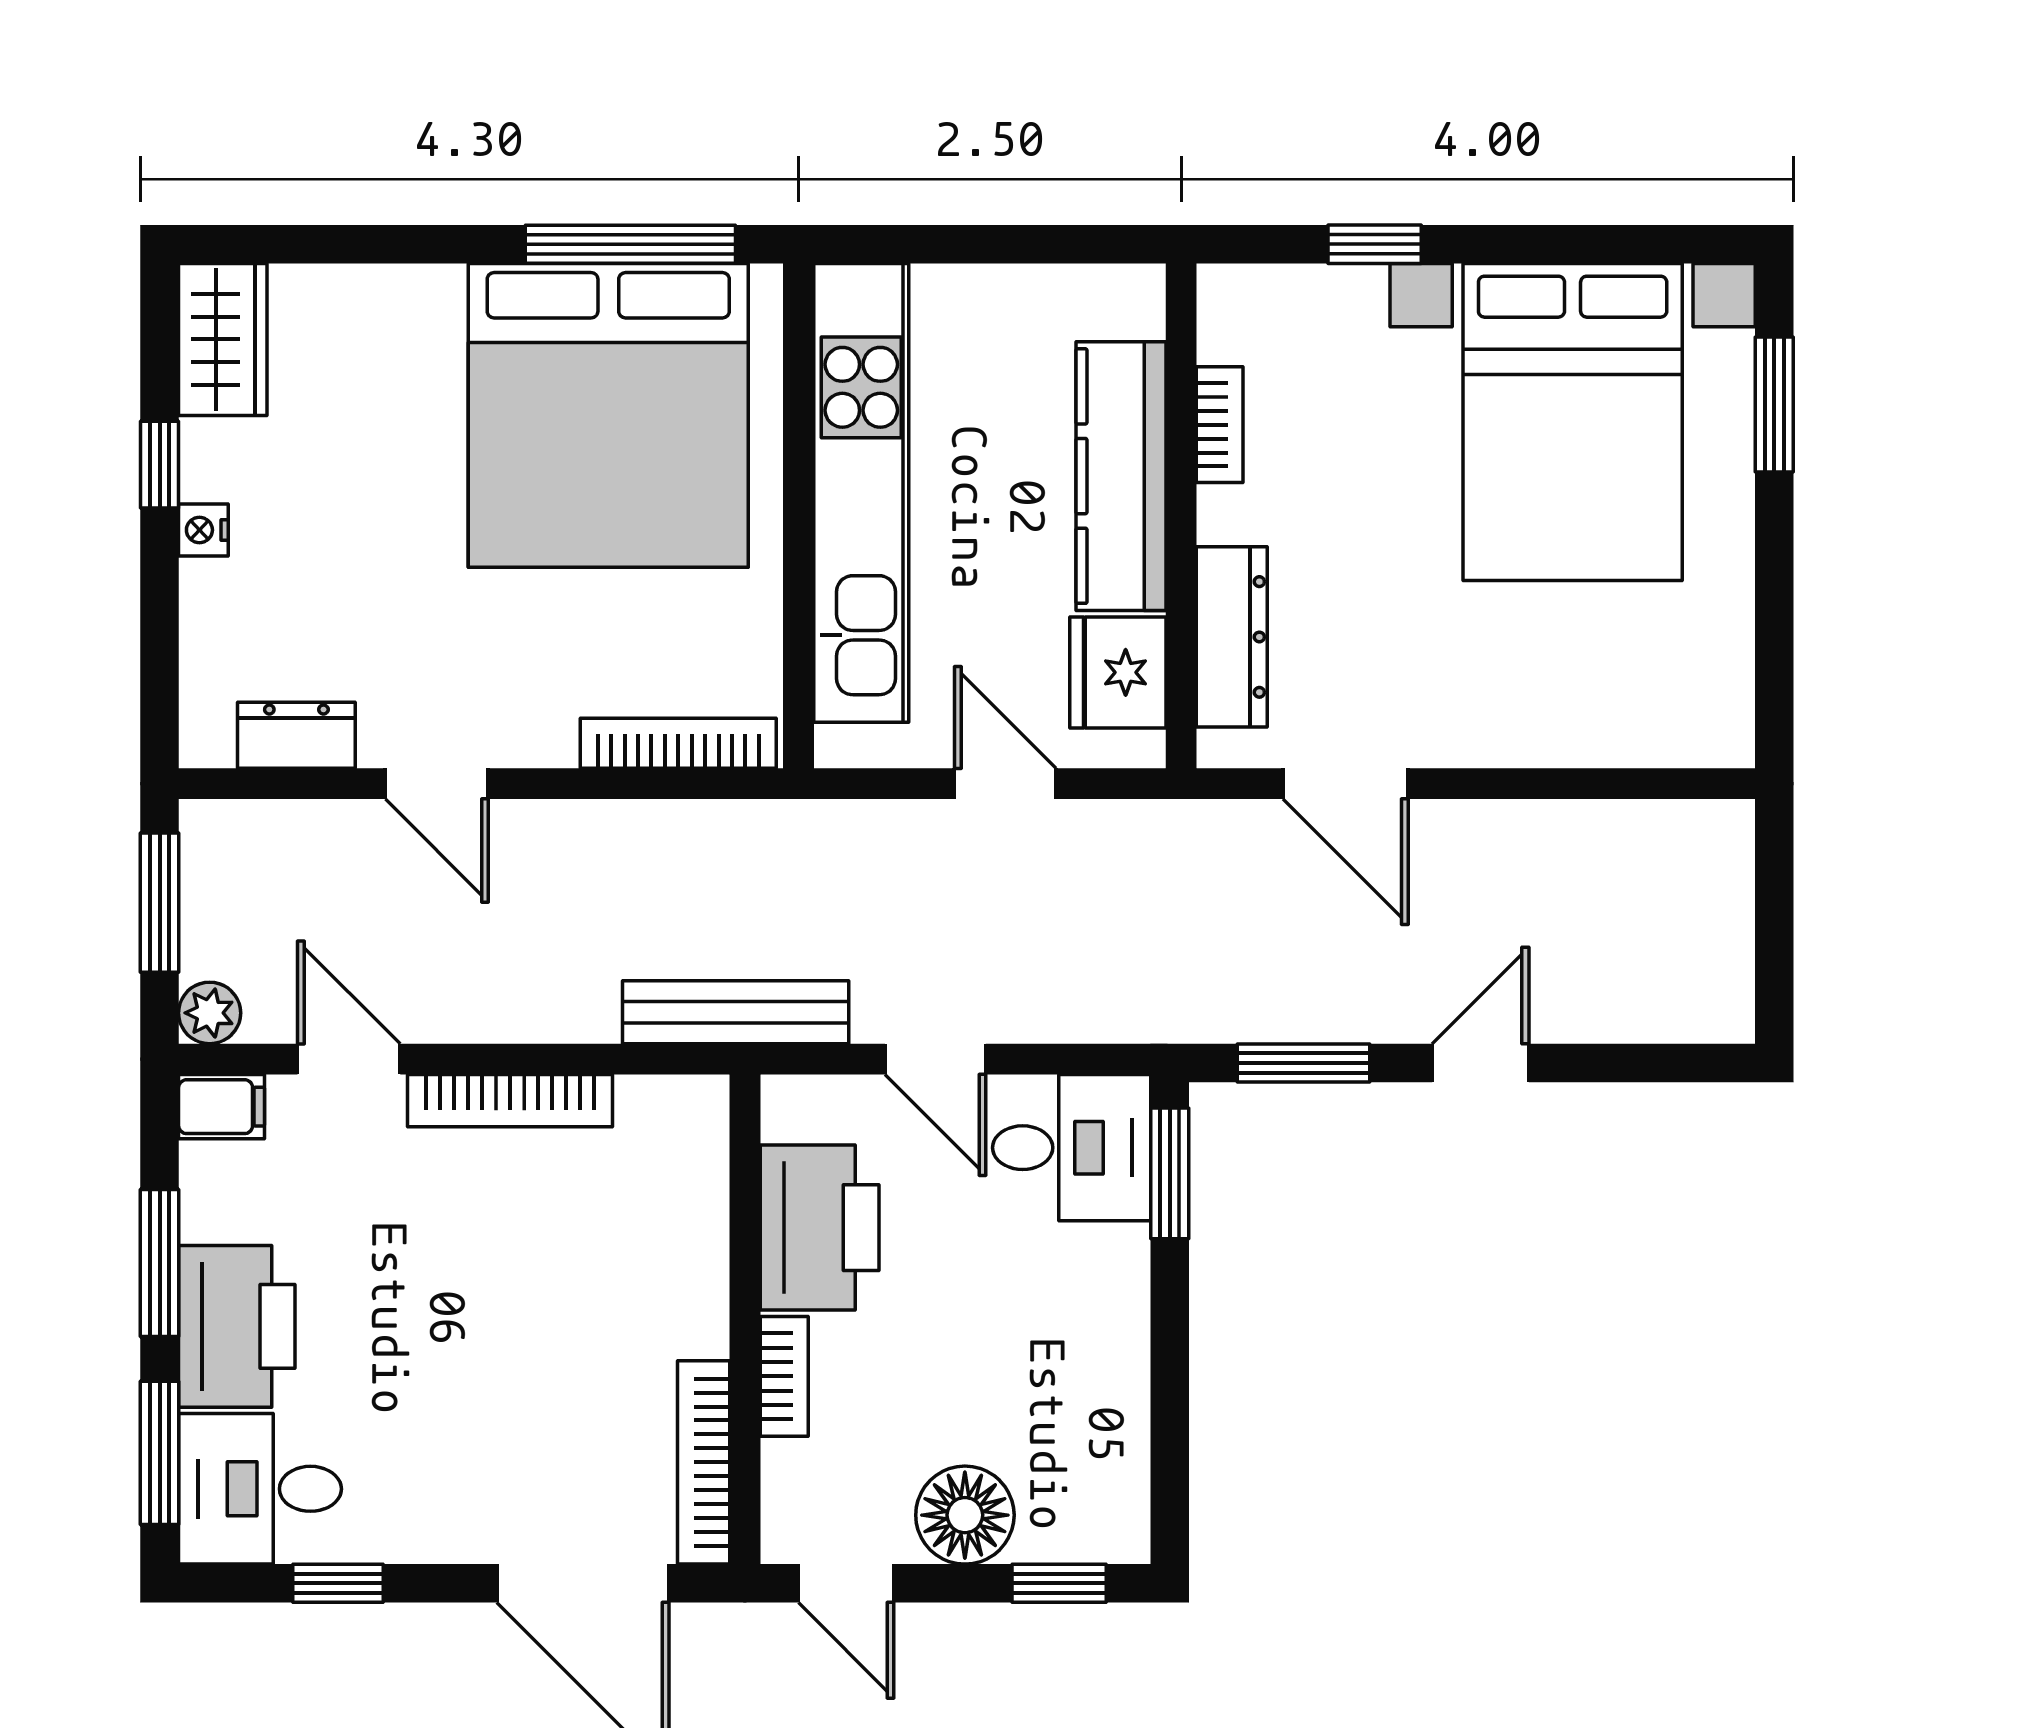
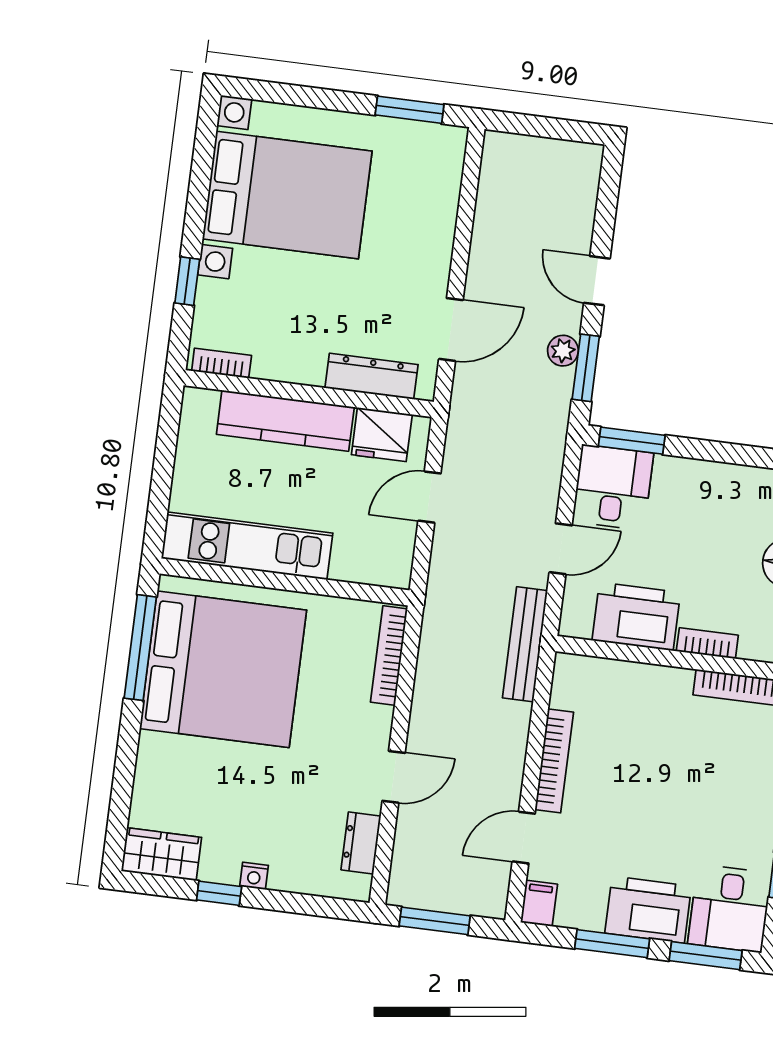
window: (1774, 405) -> (410, 110), moved
bookcase: (1220, 425) -> (222, 363), moved
kitchen unit: (861, 493) -> (247, 546), width x0.73
plant: (210, 1013) -> (563, 351), moved

